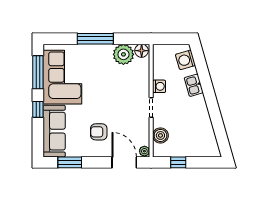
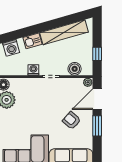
shelving: (204, 123) -> (64, 32), added
armchair: (99, 132) -> (72, 120), turned 131
window: (70, 162) -> (97, 126), moved

